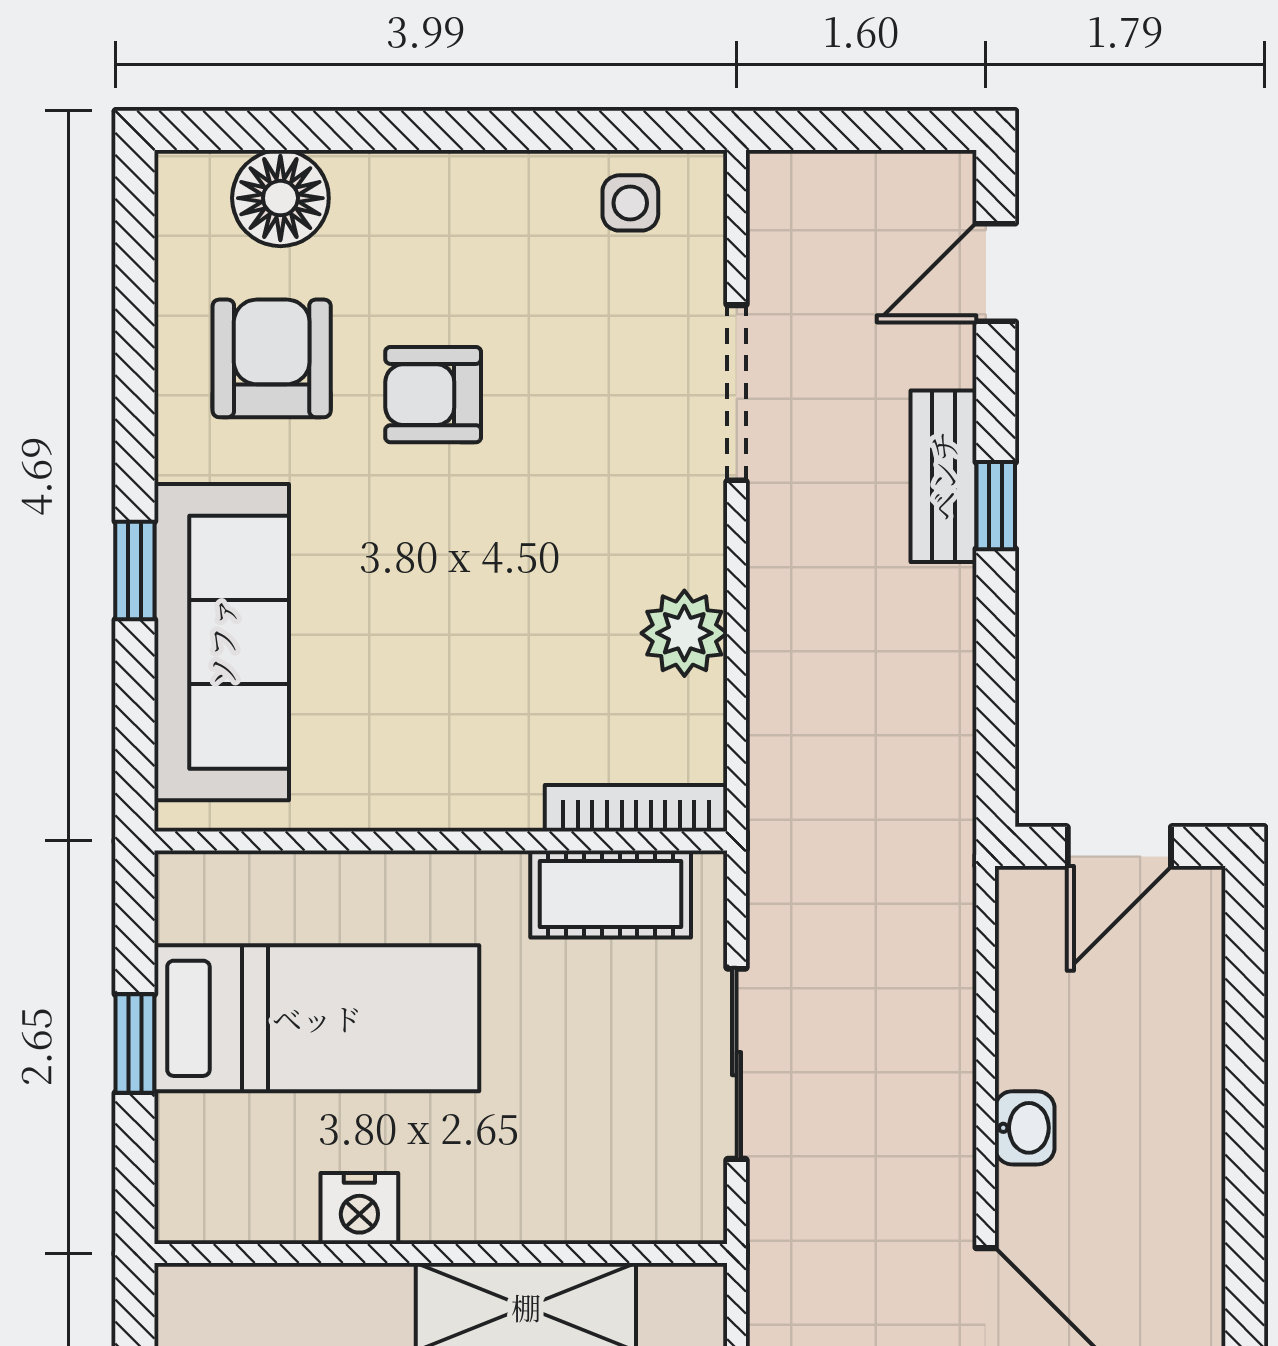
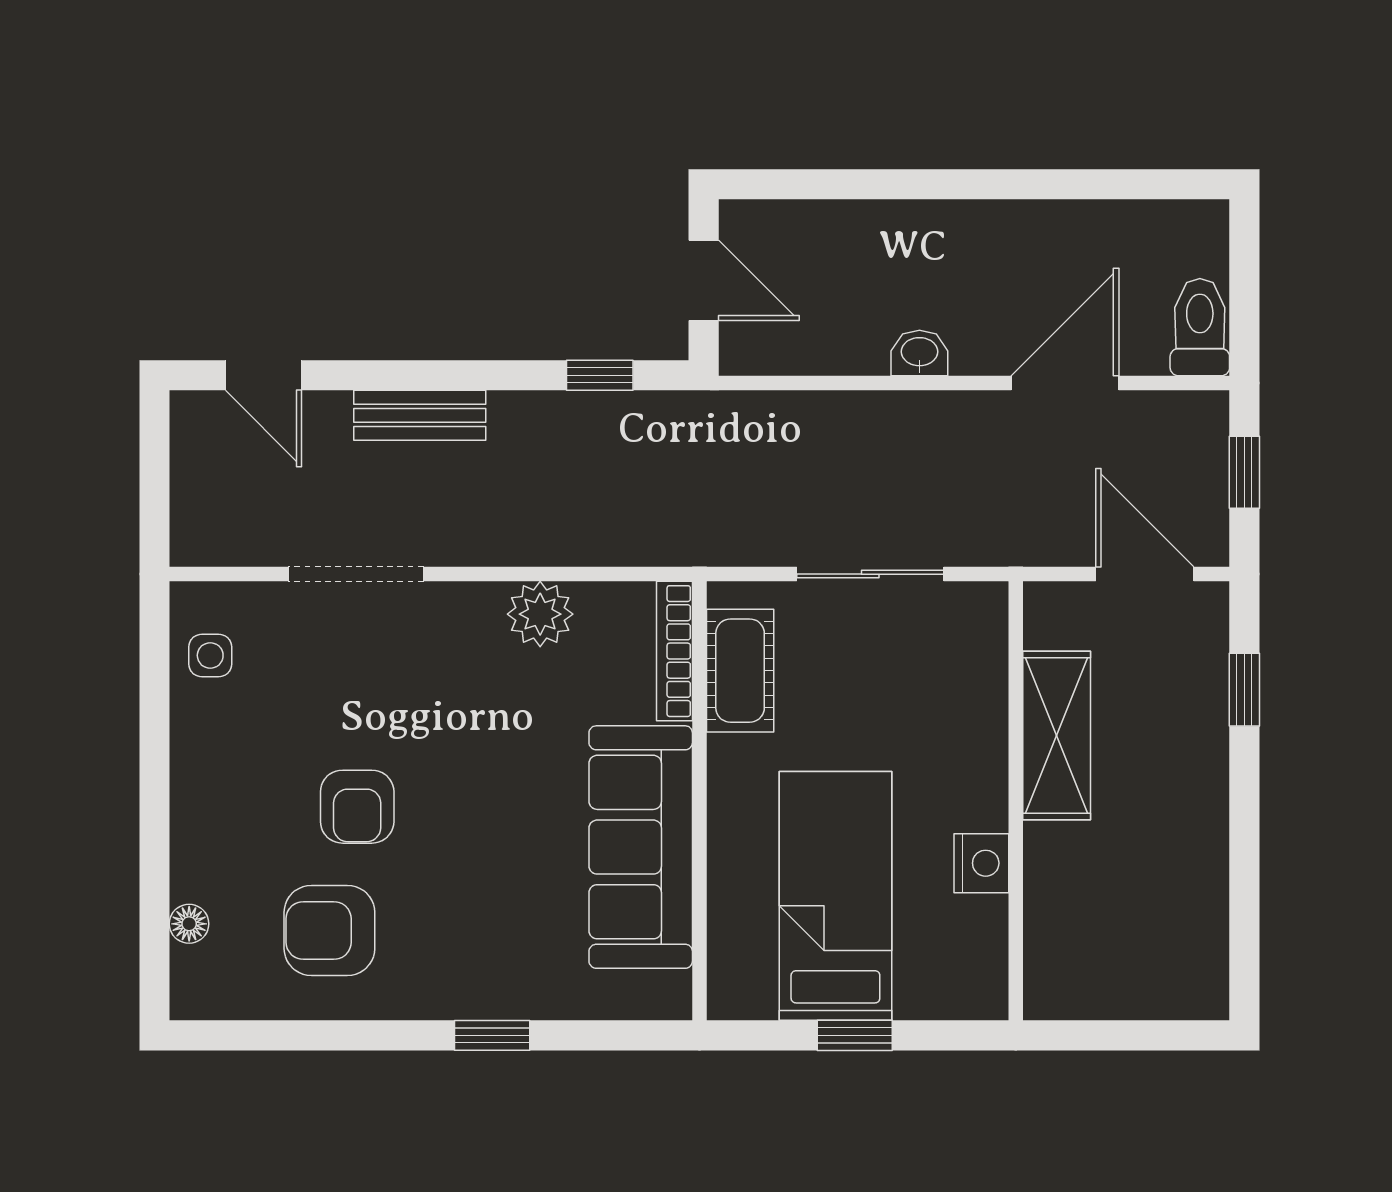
floor lamp: (280, 198) -> (189, 924), width x0.53, depth x0.53
window: (996, 506) -> (600, 375), moved
sofa: (222, 642) -> (641, 847), moved, turned -90

